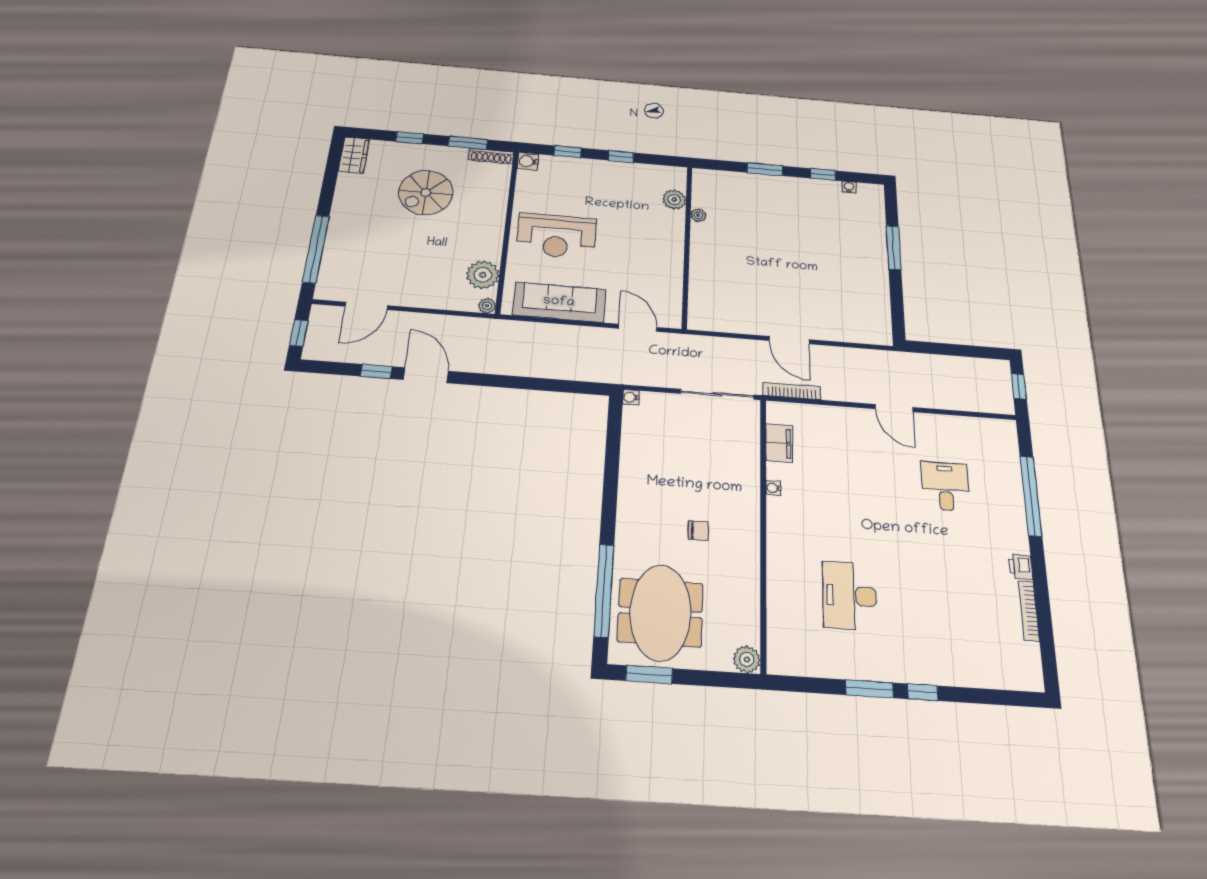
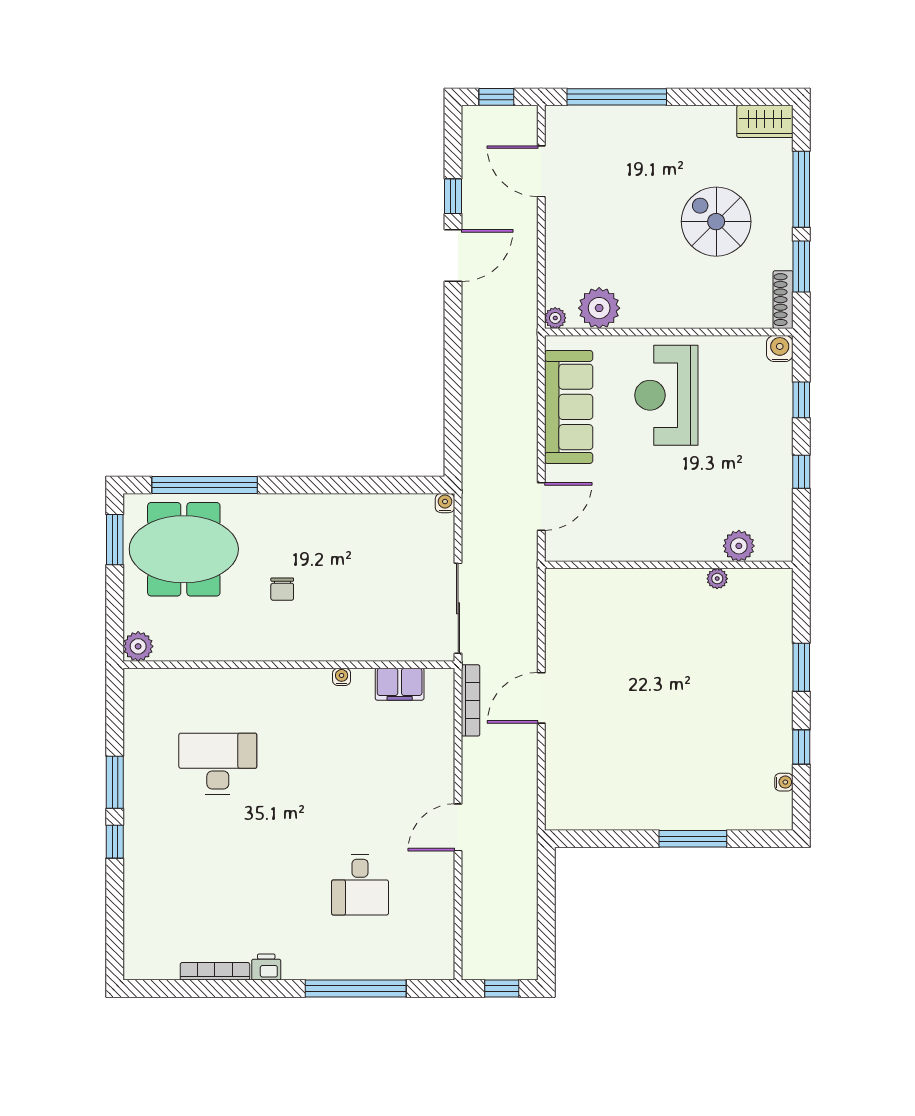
window: (410, 138) -> (801, 189), width x2.17
desk: (945, 486) -> (360, 885), turned 90

